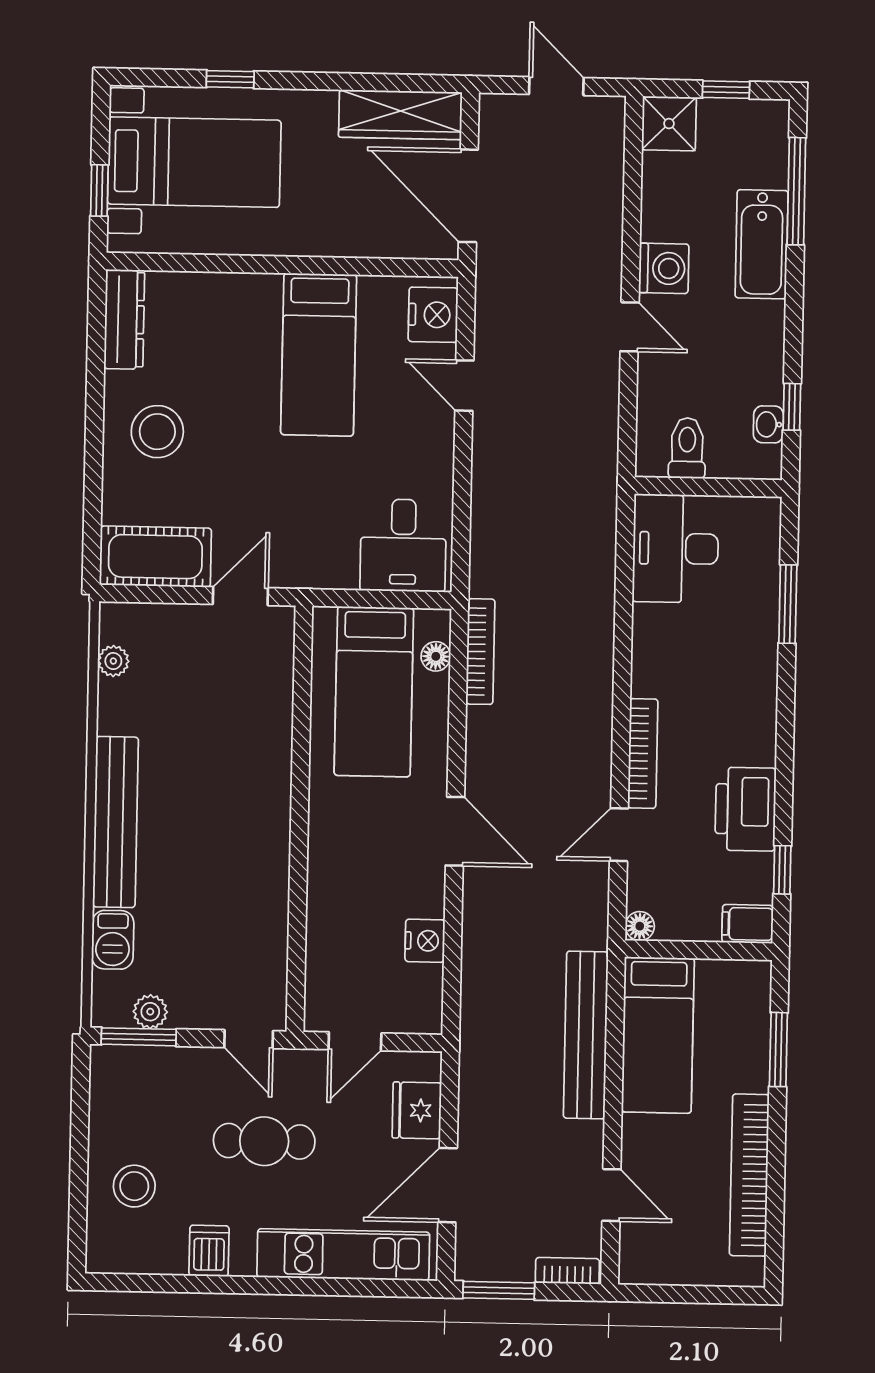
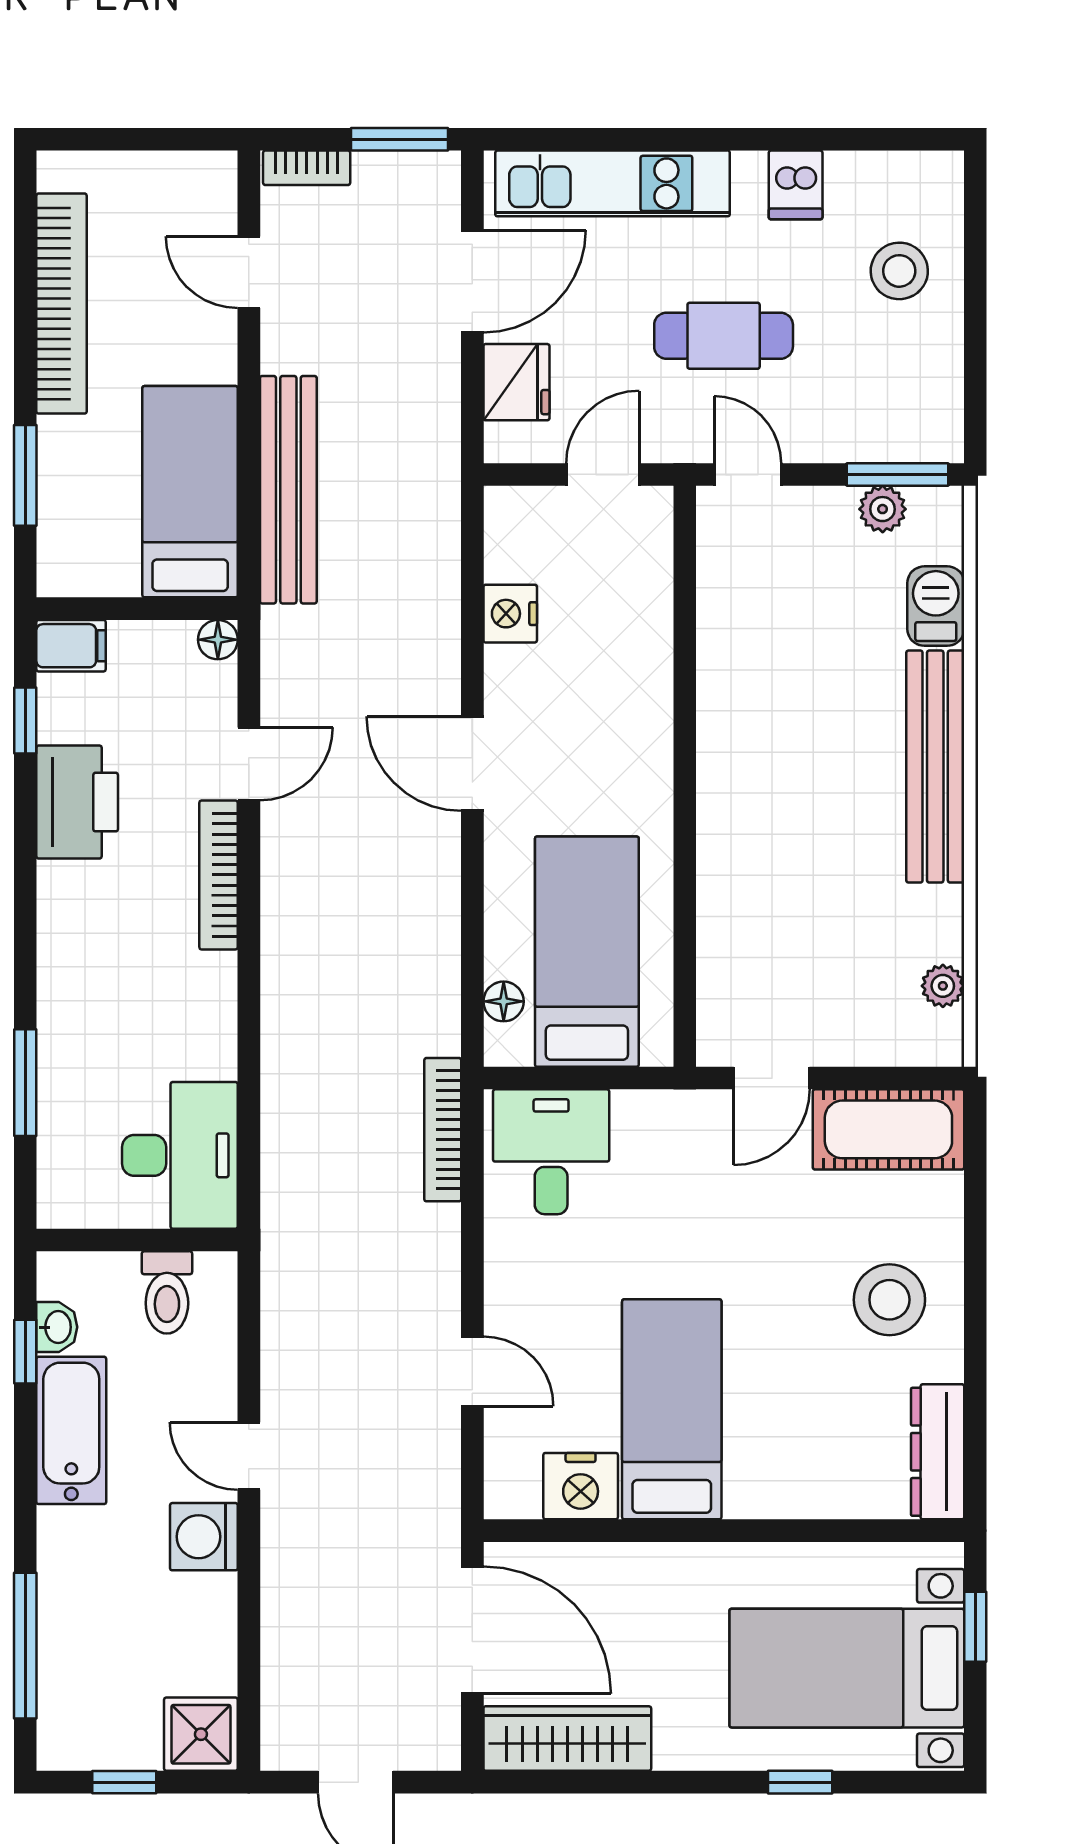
bathtub: (762, 244) -> (71, 1430), moved
nightstand: (433, 315) -> (581, 1486), moved, turned -90
bookcase: (480, 652) -> (443, 1130), moved

